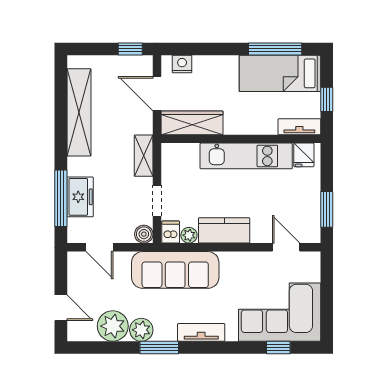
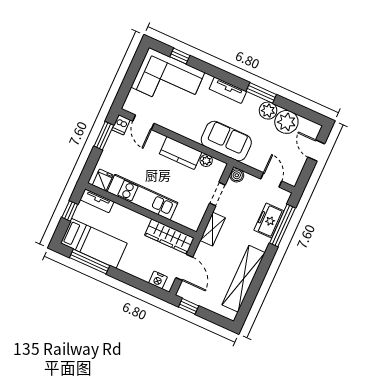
dishwasher: (171, 232) -> (121, 125), moved
sofa: (175, 270) -> (226, 141), width x0.73

